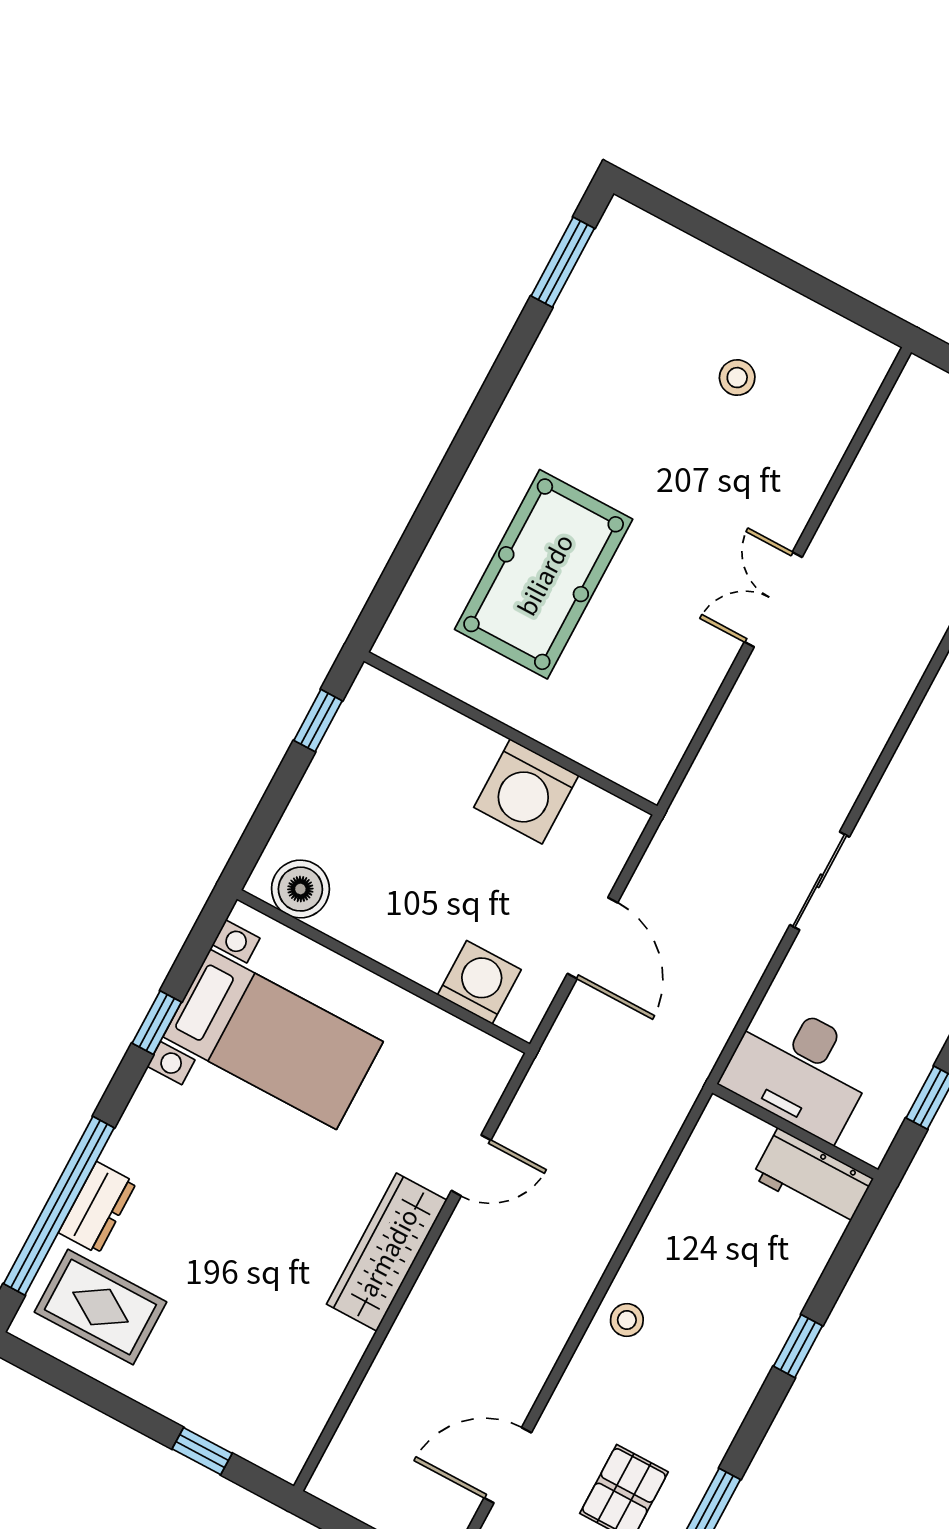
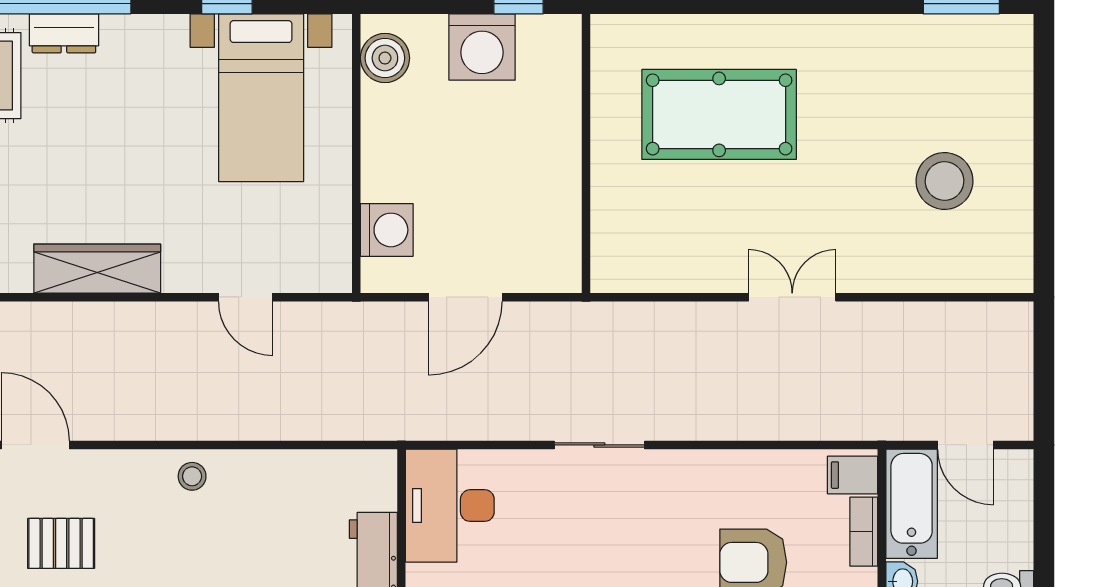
stool: (737, 378) -> (945, 181), width x1.89, depth x1.89
washing machine: (526, 791) -> (482, 47), moved, turned -90
wardrobe: (387, 1252) -> (97, 269), moved

